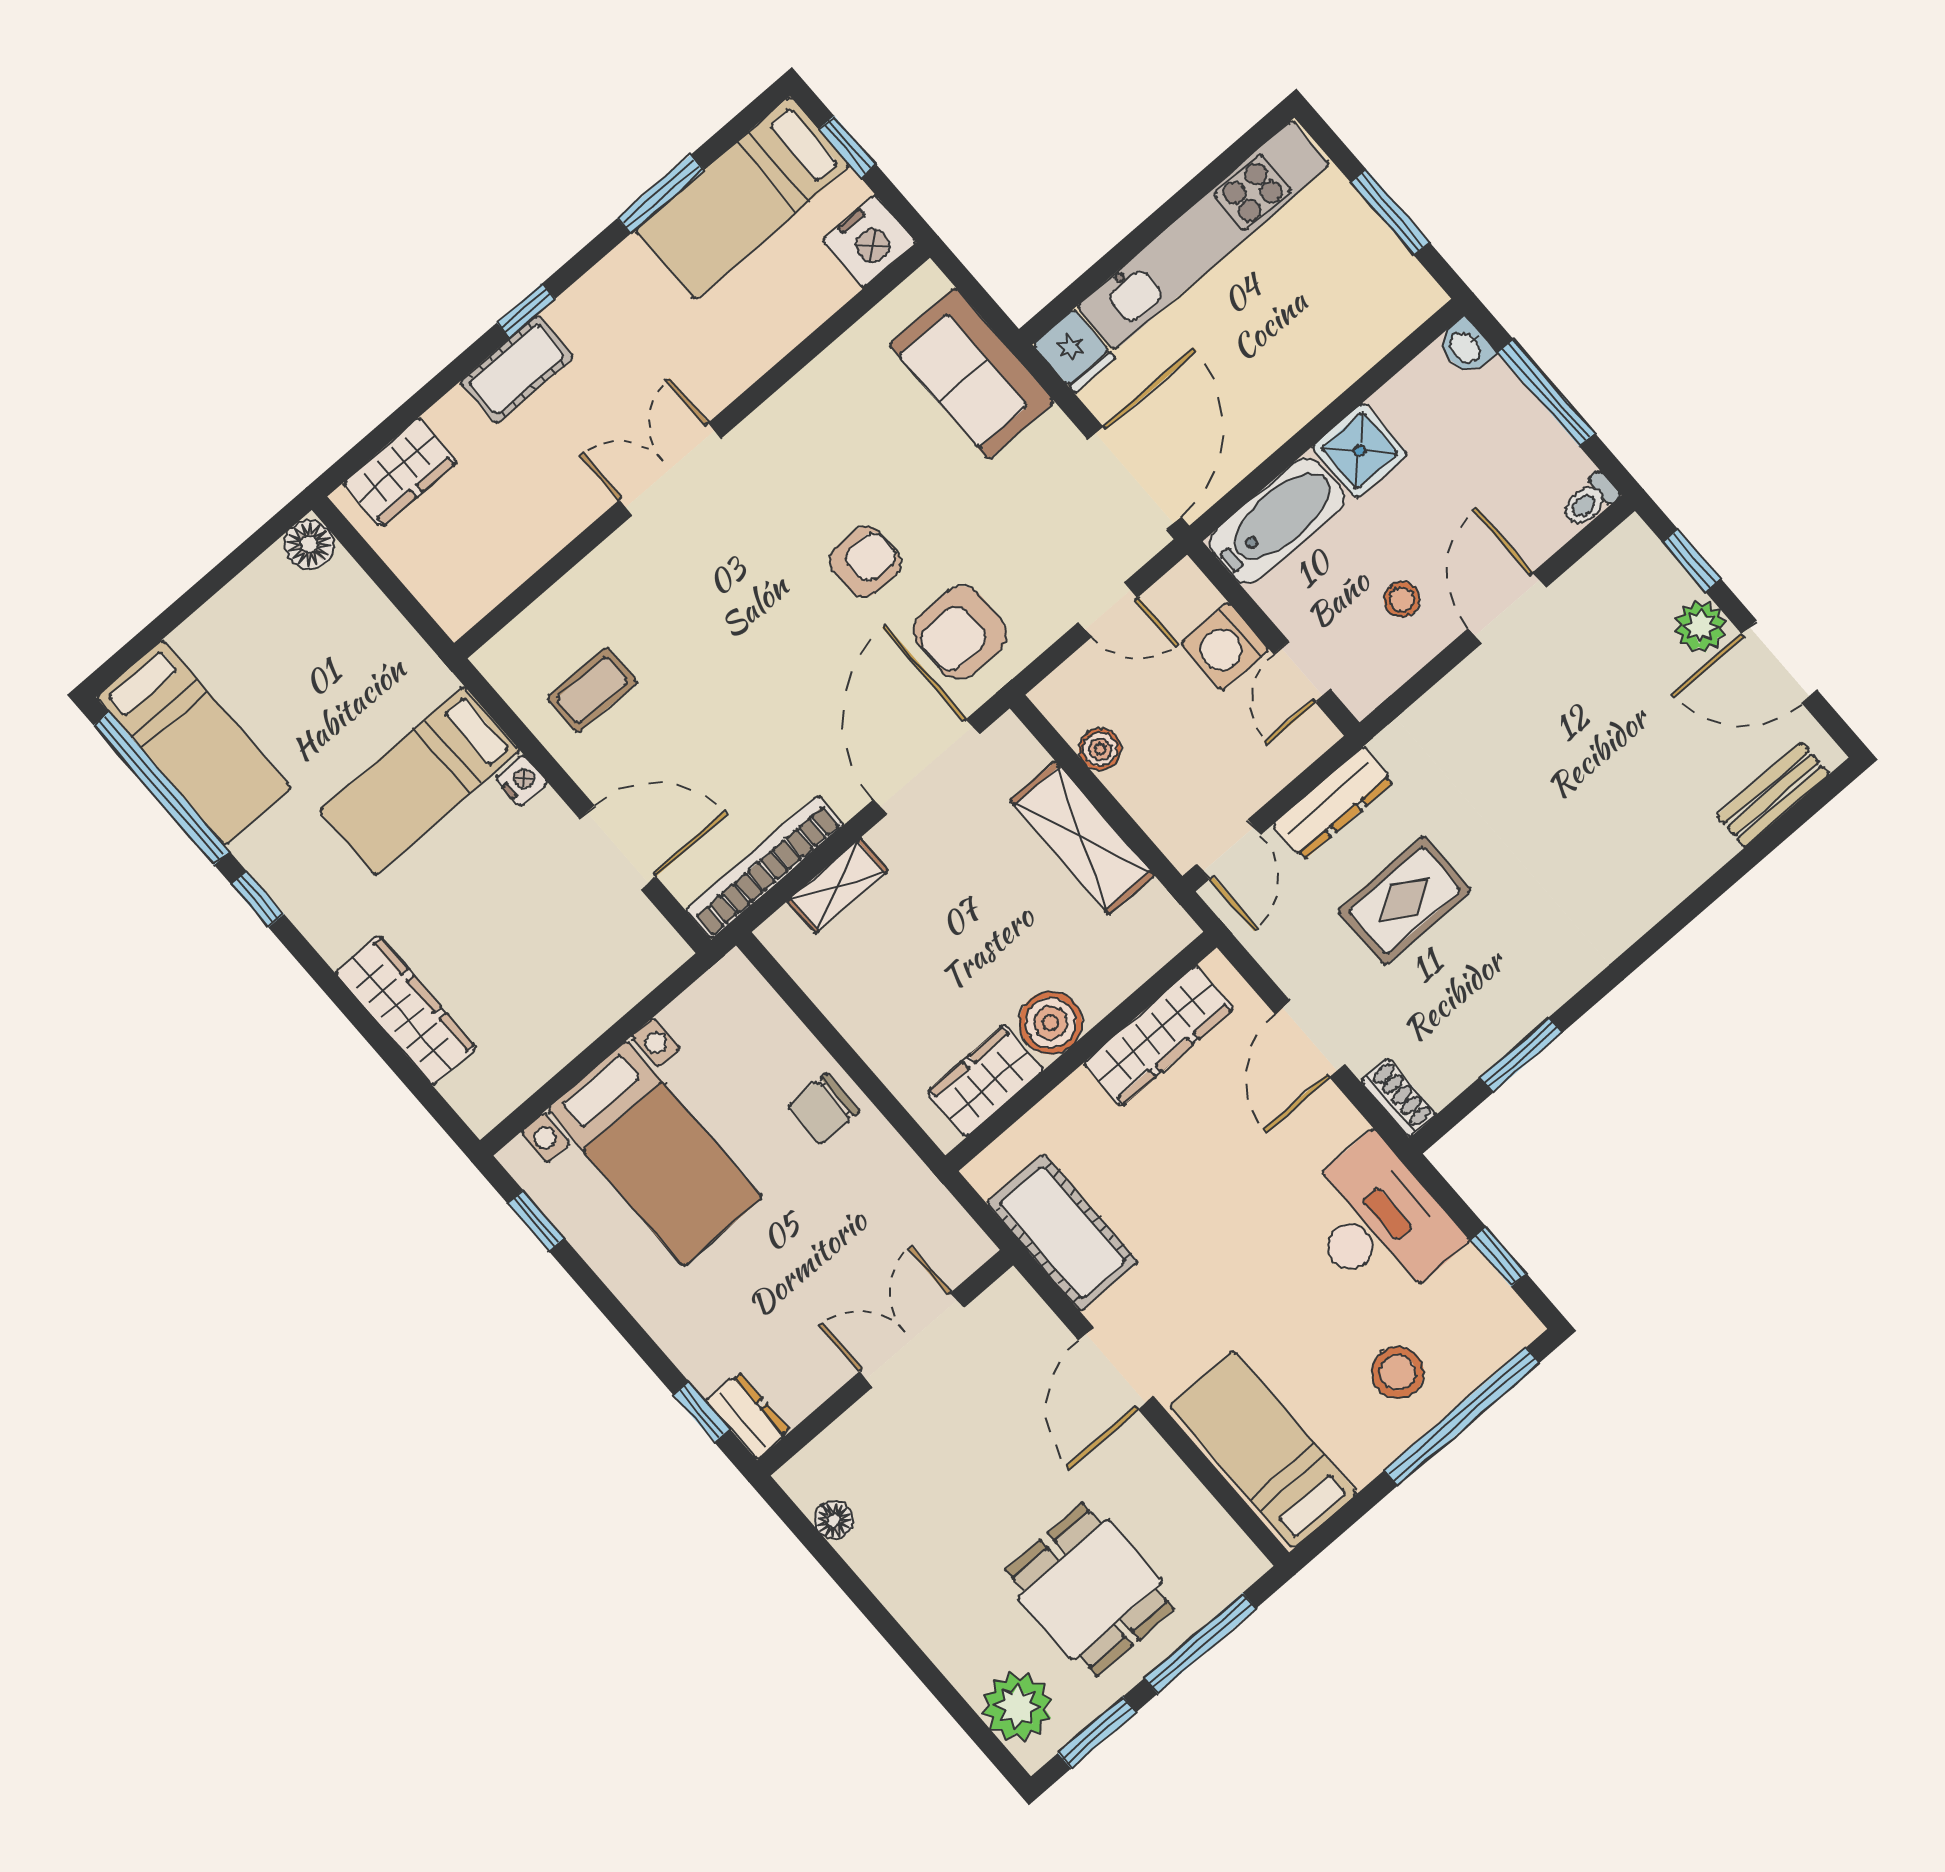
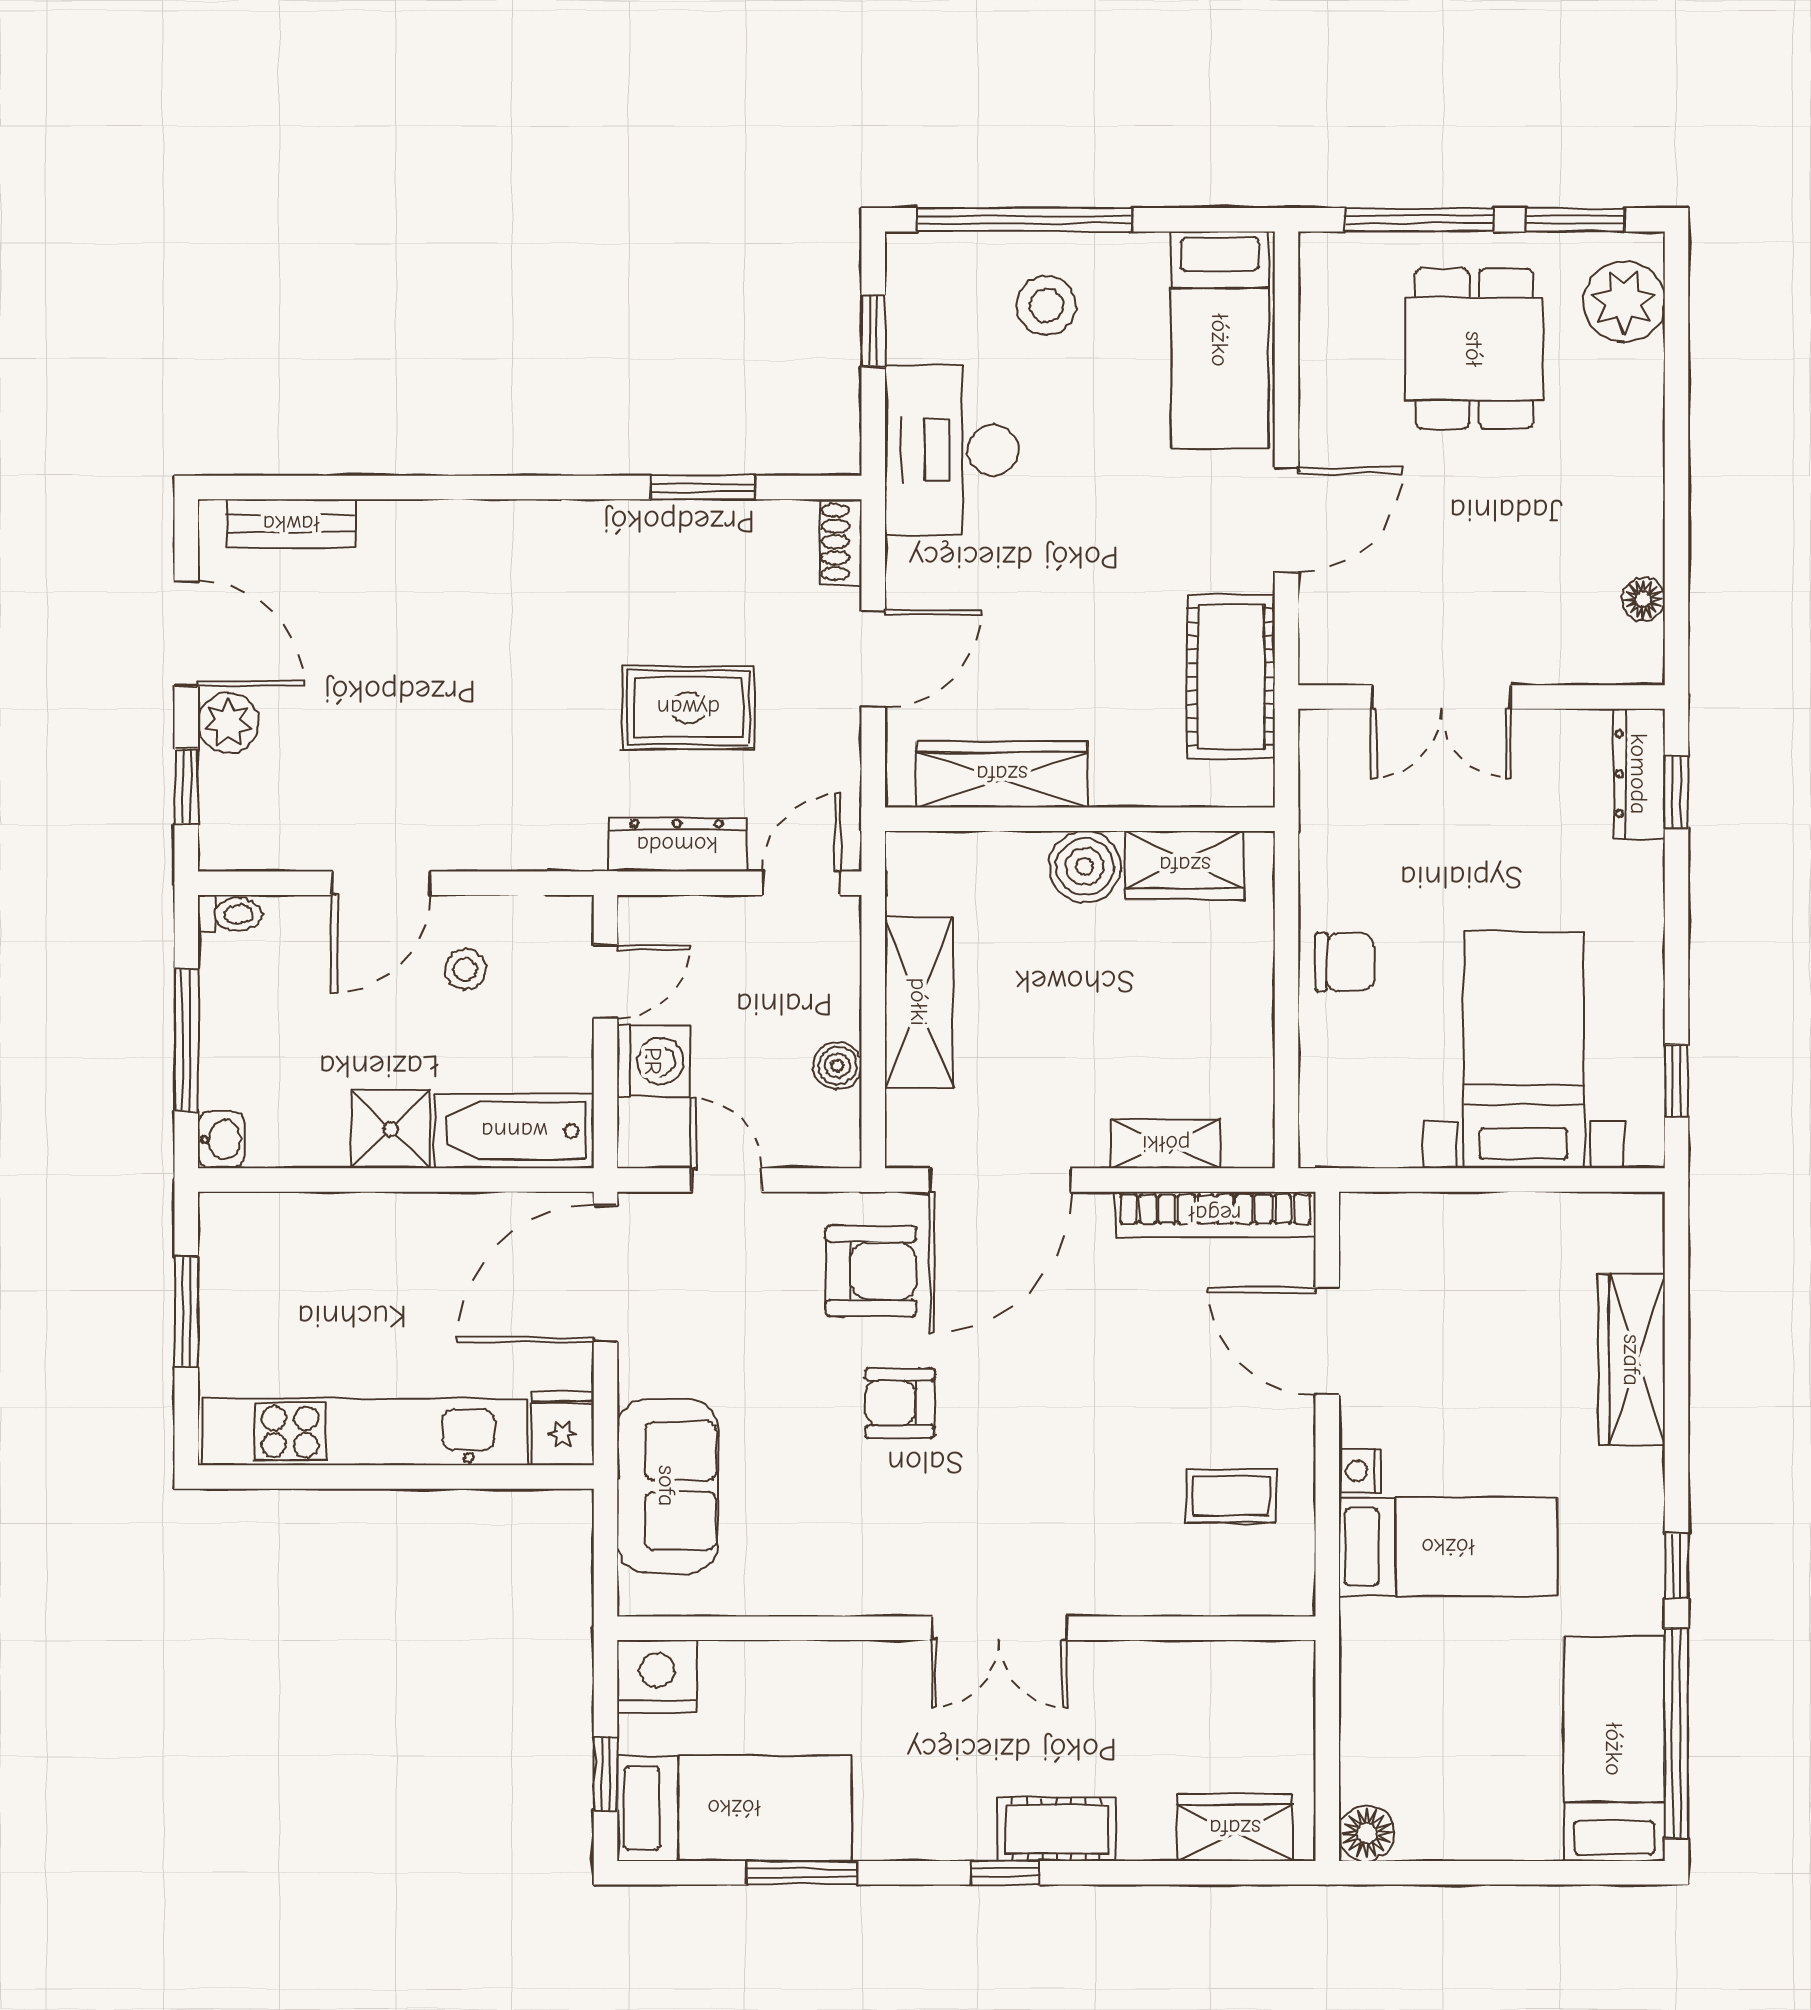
dresser: (748, 1416) -> (1639, 774), width x1.44

